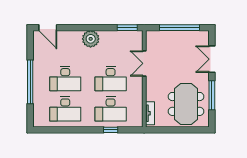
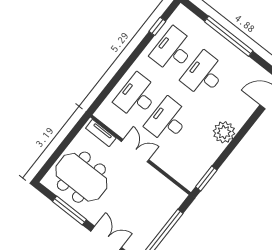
double door: (144, 63) -> (135, 151), moved
window: (111, 130) -> (157, 26), moved

